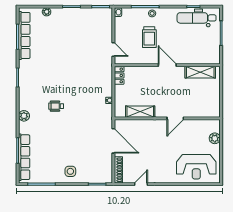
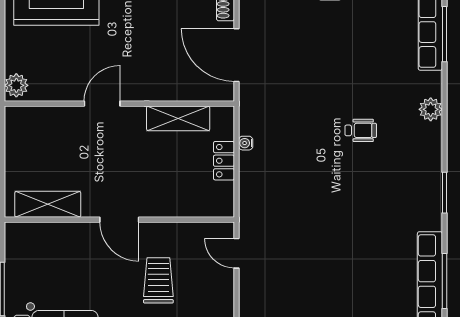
locker: (119, 75) -> (224, 161), moved
plant: (215, 138) -> (16, 85), moved

